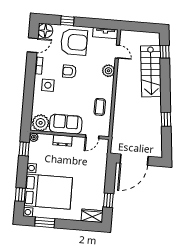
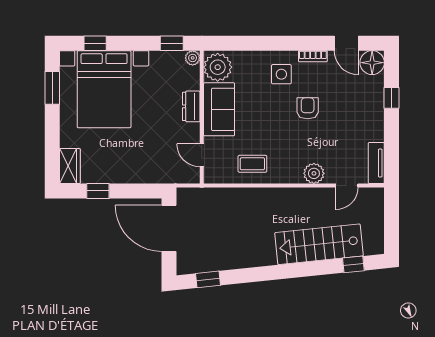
armchair: (74, 42) -> (357, 112), removed
window: (166, 119) -> (208, 279), moved

